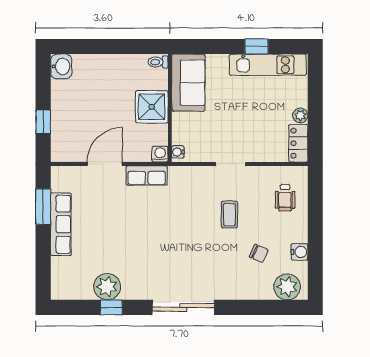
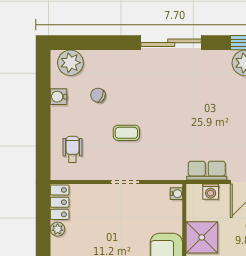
washing machine: (160, 154) -> (211, 192), moved
coffee table: (229, 215) -> (126, 133), turned 90

